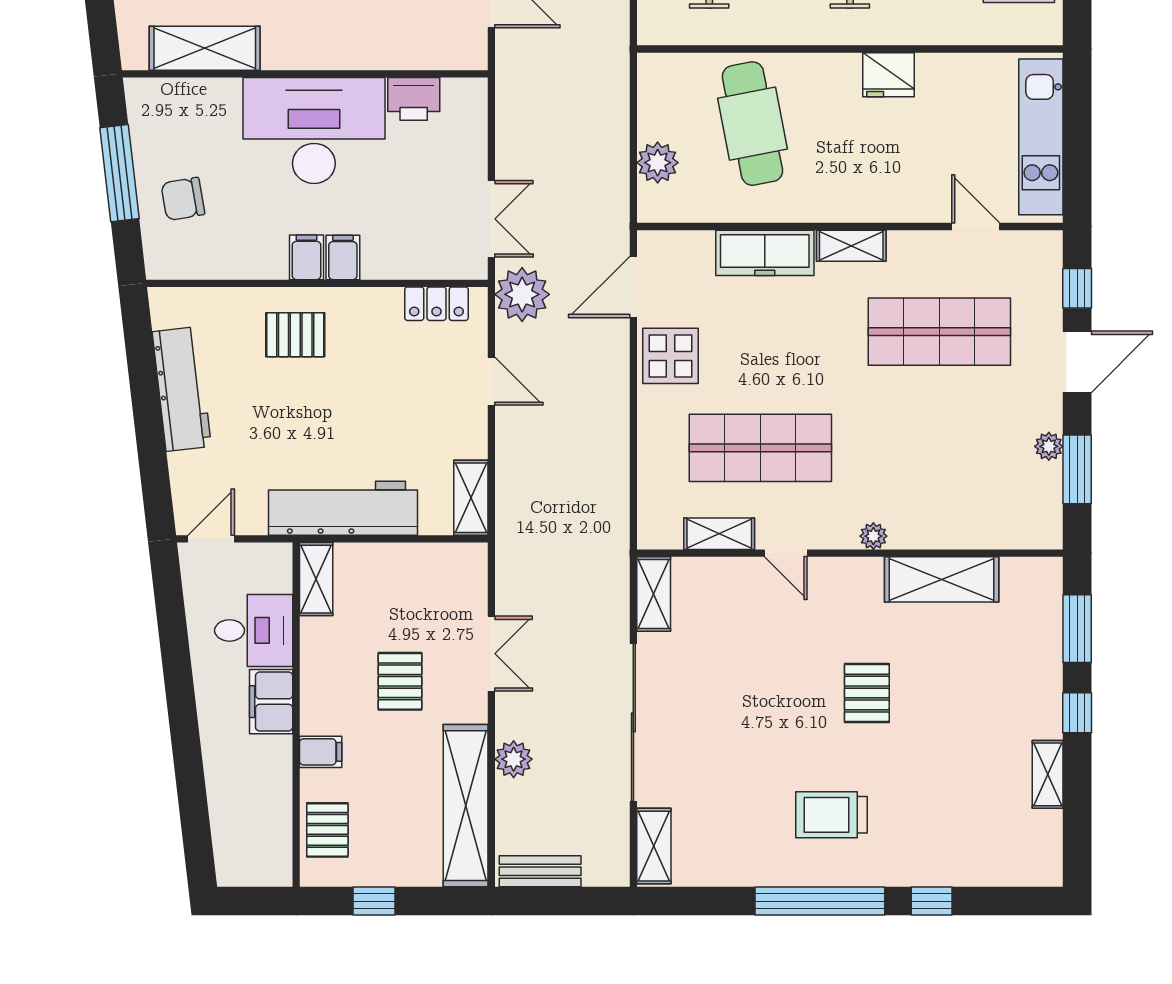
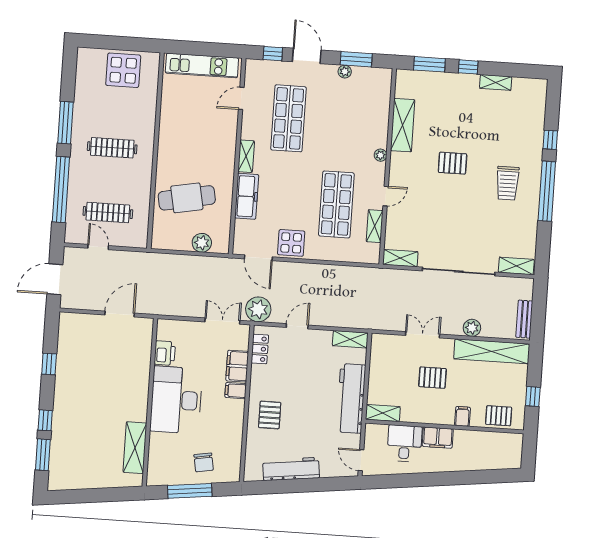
fridge: (888, 75) -> (169, 134), removed
filing cabinet: (307, 257) -> (237, 366), moved, width x2.00

